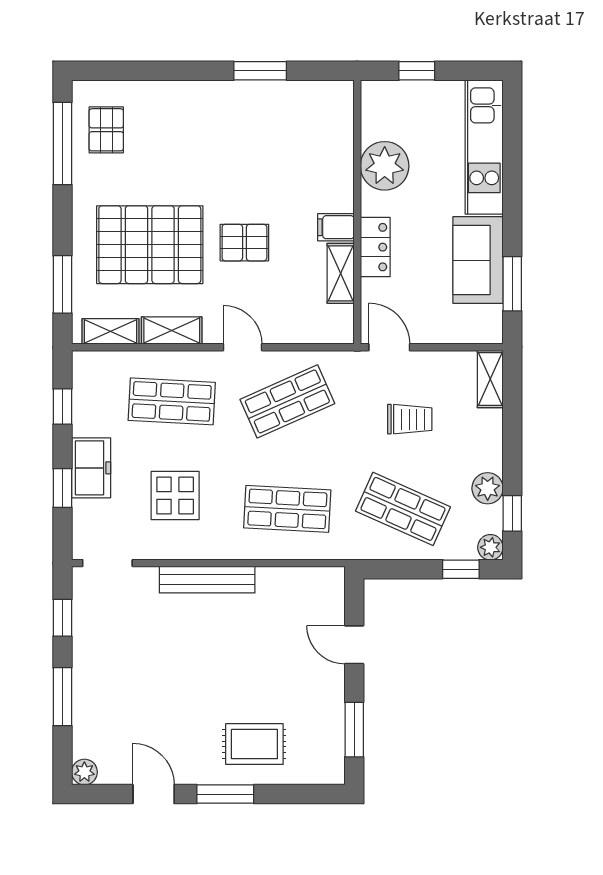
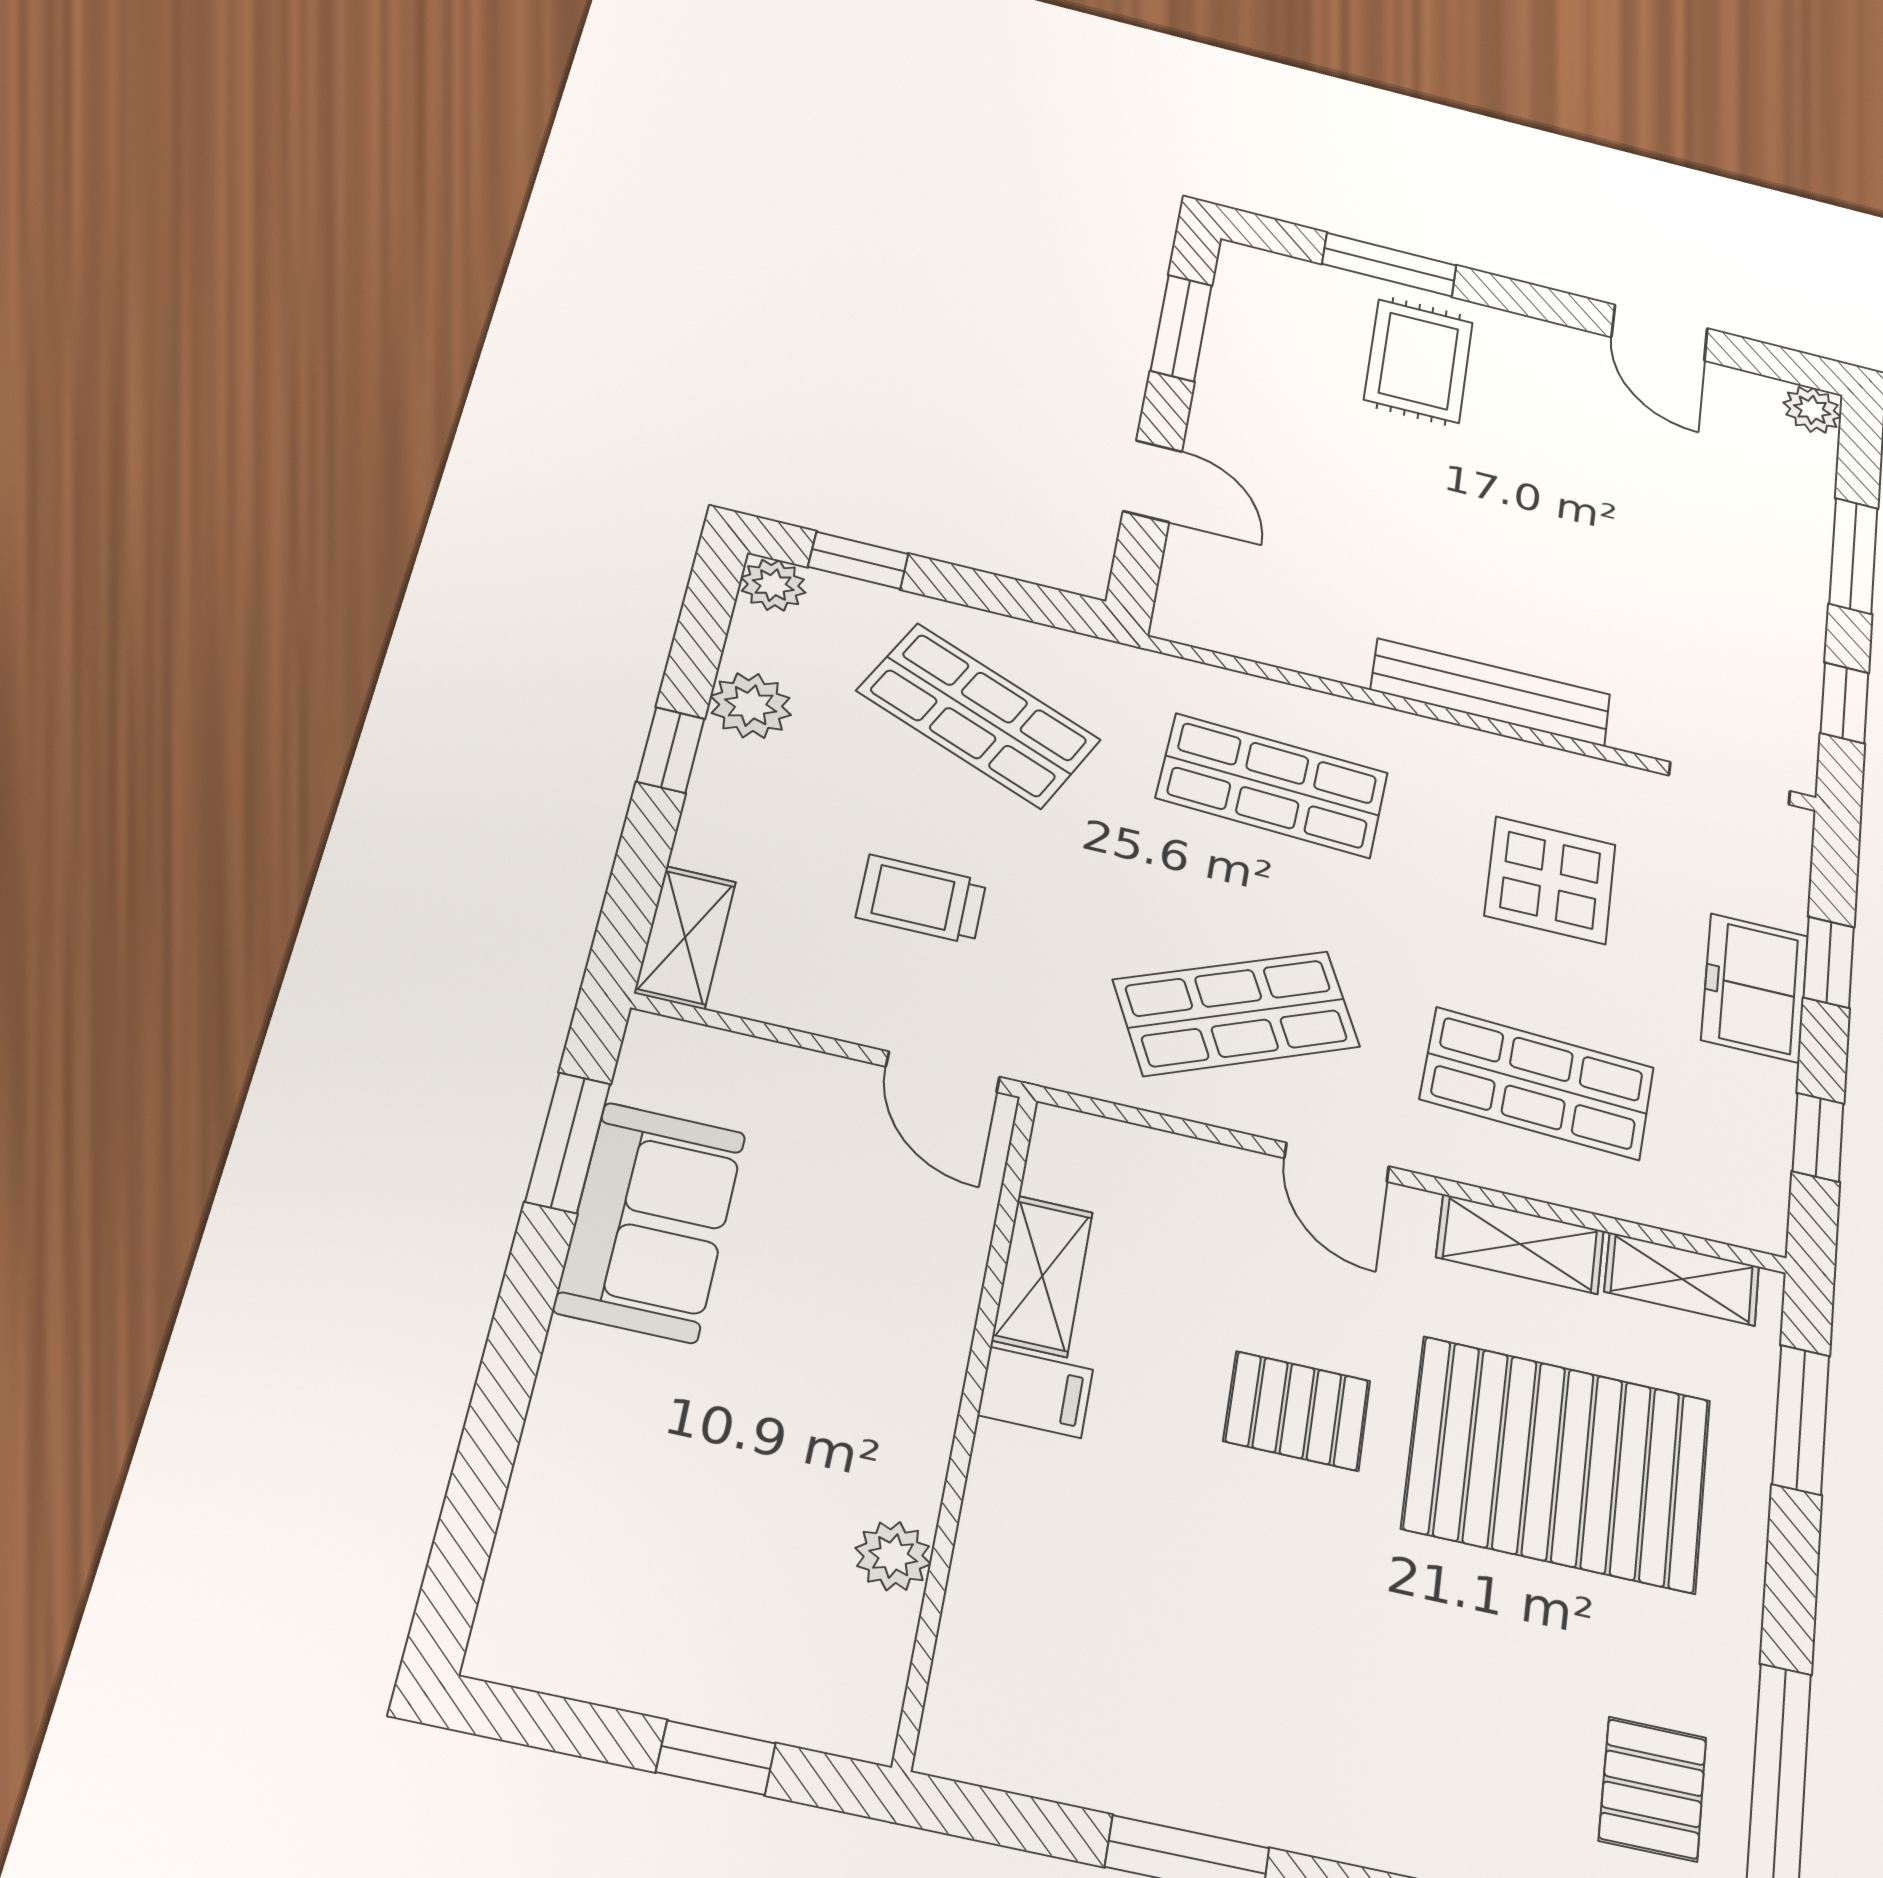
kitchen unit: (484, 147) -> (562, 1505), removed
plant: (385, 166) -> (893, 1556), width x0.53, depth x0.53
locker: (375, 247) -> (934, 1318), removed
window: (512, 513) -> (671, 750), moved
rug: (254, 744) -> (1419, 361), turned 90
window: (225, 794) -> (1389, 265), moved

